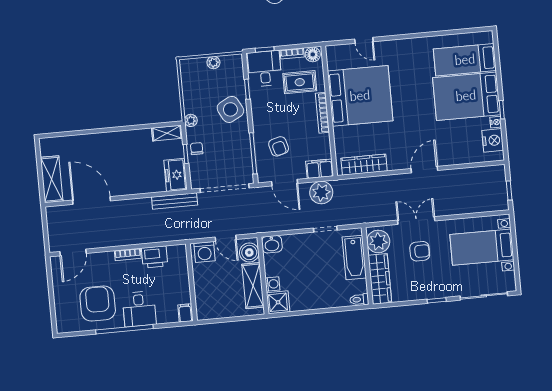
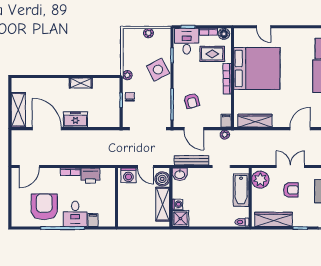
shelving: (167, 133) -> (81, 83), moved
filing cabinet: (320, 169) -> (226, 121), width x0.50
freezer: (175, 175) -> (75, 119), moved, turned 90
plant: (321, 193) -> (225, 135), width x0.53, depth x0.53
bench: (175, 201) -> (191, 160), moved
wardrobe: (380, 279) -> (274, 219), moved, turned -90
filing cabinet: (185, 313) -> (93, 220), moved

